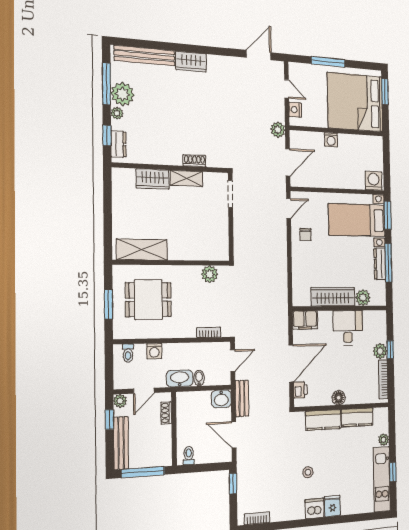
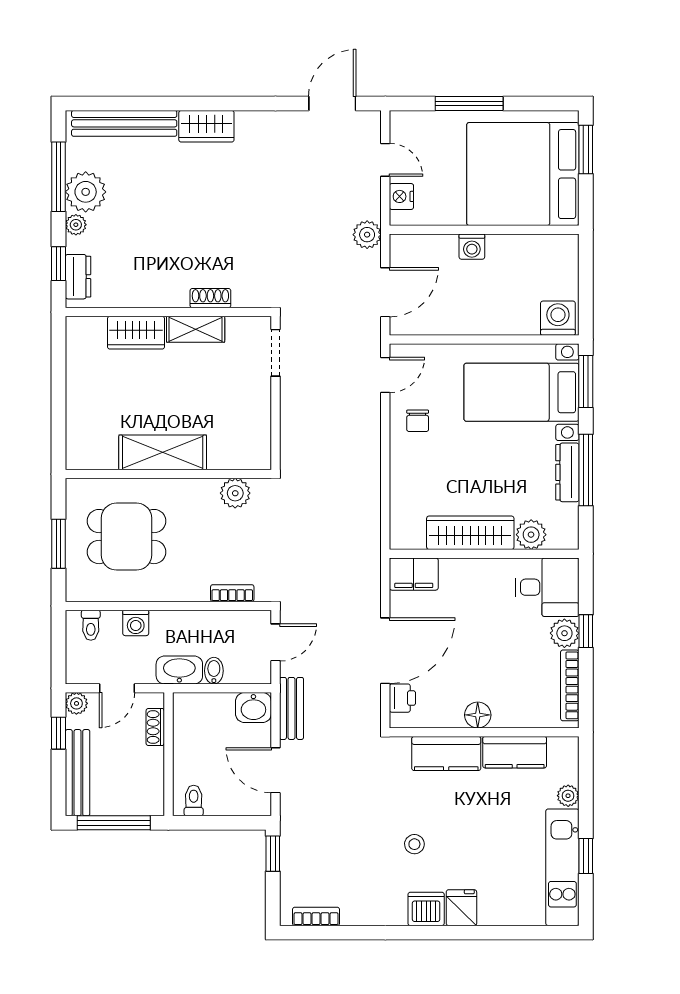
shelving: (142, 250) -> (163, 452), moved
desk: (348, 328) -> (547, 587), moved, turned 90

